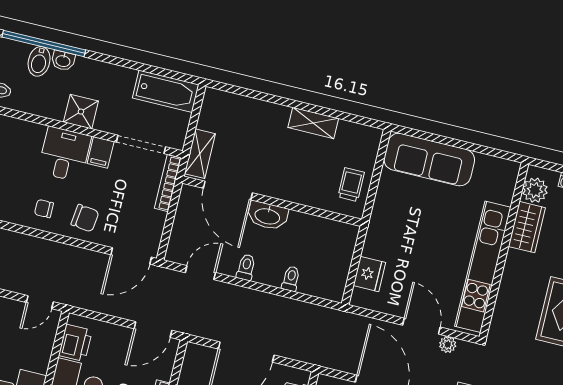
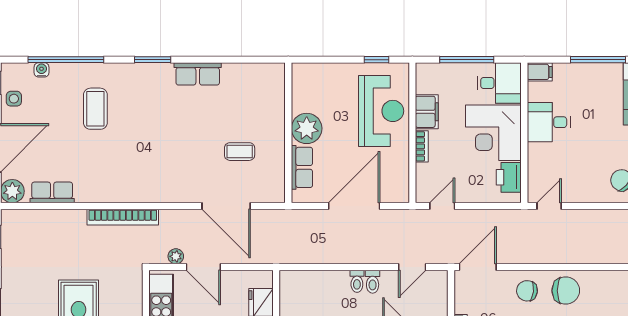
chair: (44, 209) -> (566, 291), width x1.87, depth x1.87
toilet: (291, 279) -> (357, 281), moved
door: (153, 330) -> (442, 206), width x0.73

